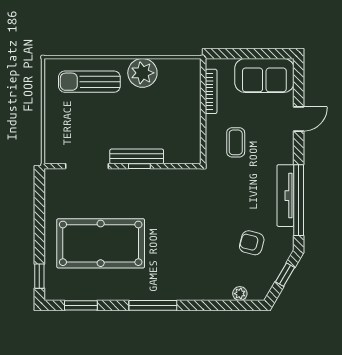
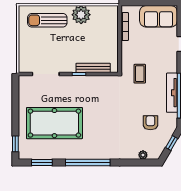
coffee table: (236, 142) -> (140, 74), moved
bench: (137, 156) -> (93, 68), moved
armchair: (252, 243) -> (150, 123), turned 75
window: (153, 305) -> (88, 162), width x1.46

